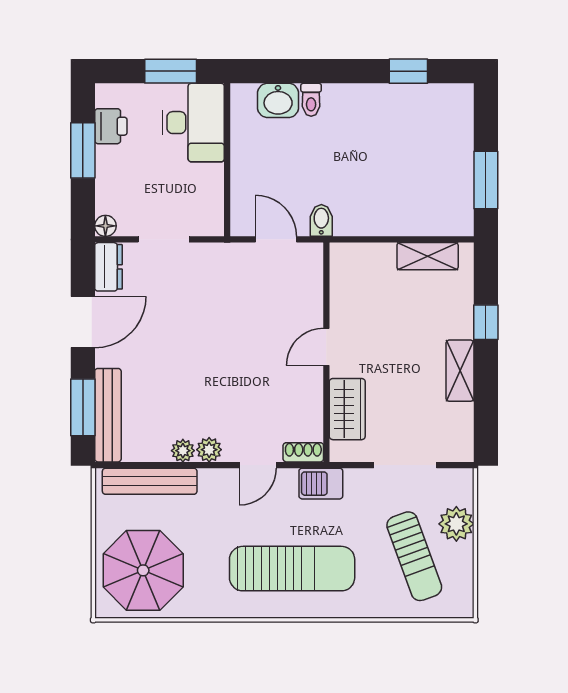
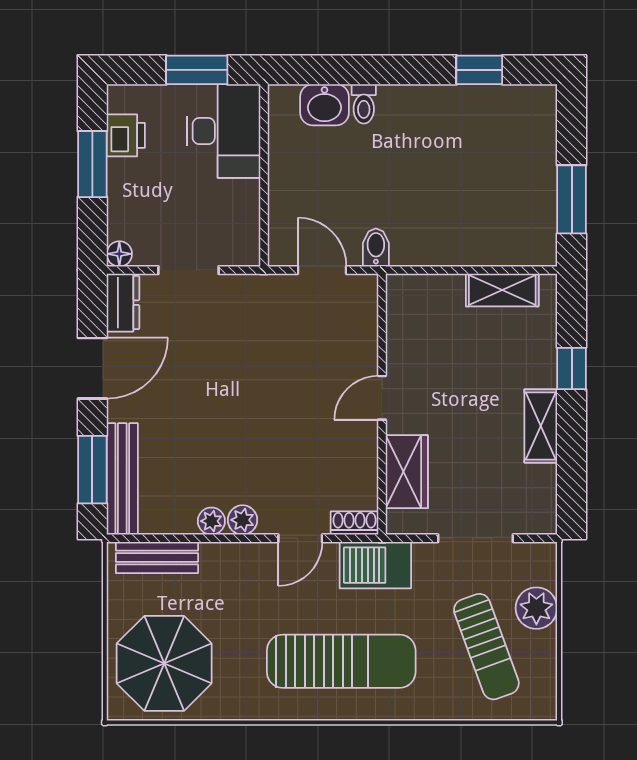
bench: (150, 481) -> (157, 558), width x0.73
barbecue: (321, 484) -> (375, 565), width x1.38, depth x1.27

